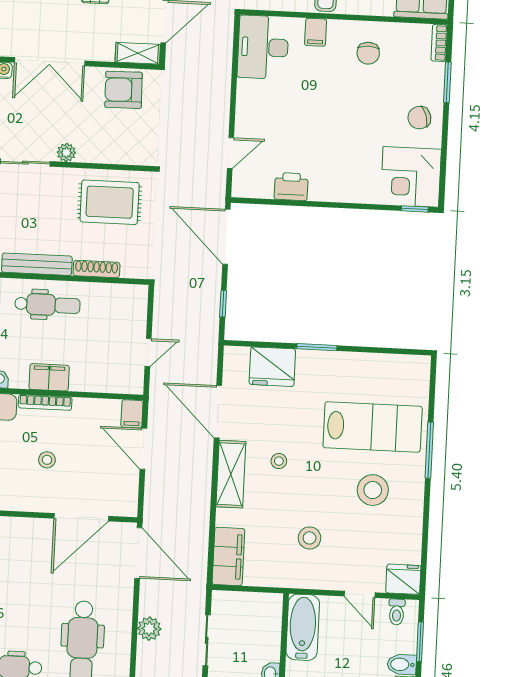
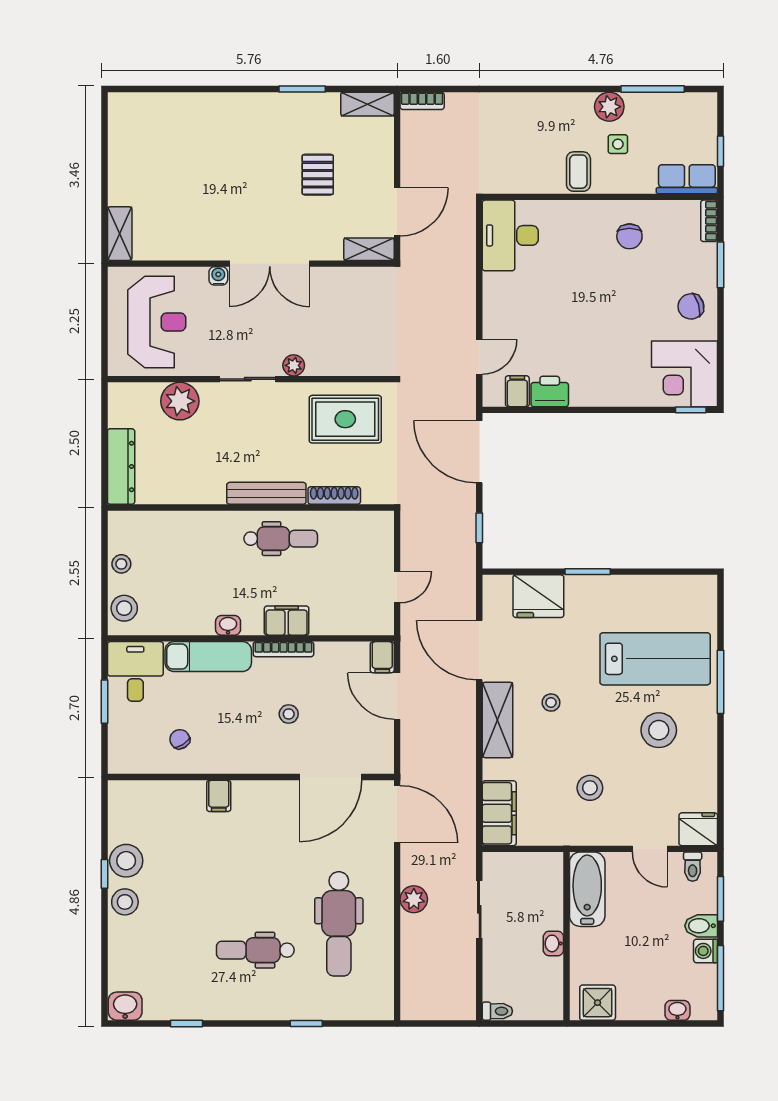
filing cabinet: (316, 32) -> (517, 391), moved, turned 180
armchair: (124, 90) -> (355, 291), removed

